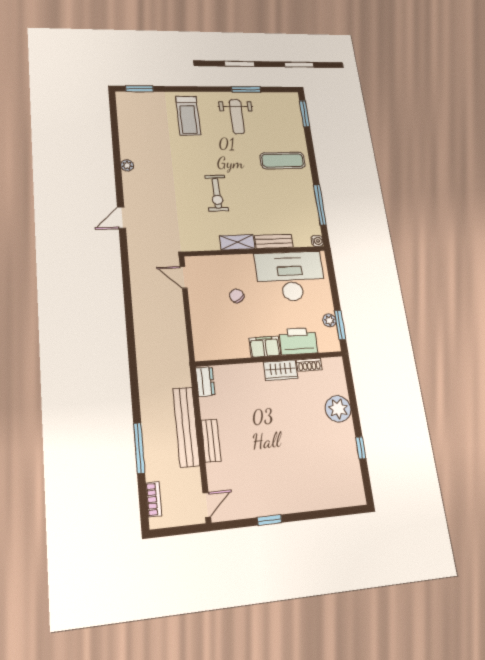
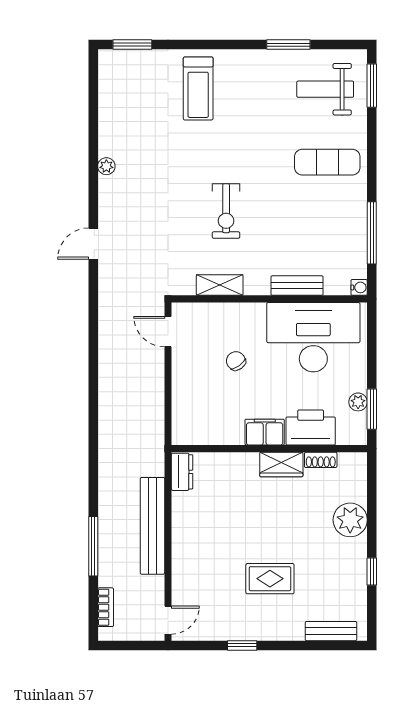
weight bench: (237, 117) -> (325, 89), moved, turned 90
shelving: (237, 242) -> (220, 285), moved
bench: (211, 441) -> (331, 631), moved, turned 90
rug: (284, 461) -> (270, 579), added

